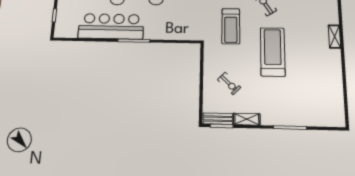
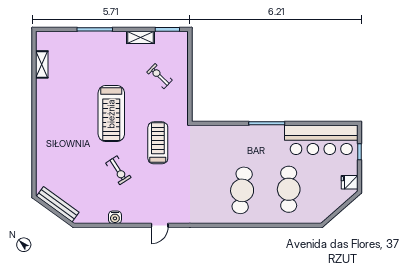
bar counter: (111, 26) -> (321, 140), moved
shelving: (334, 37) -> (42, 64), moved
bench: (218, 119) -> (171, 37), removed

